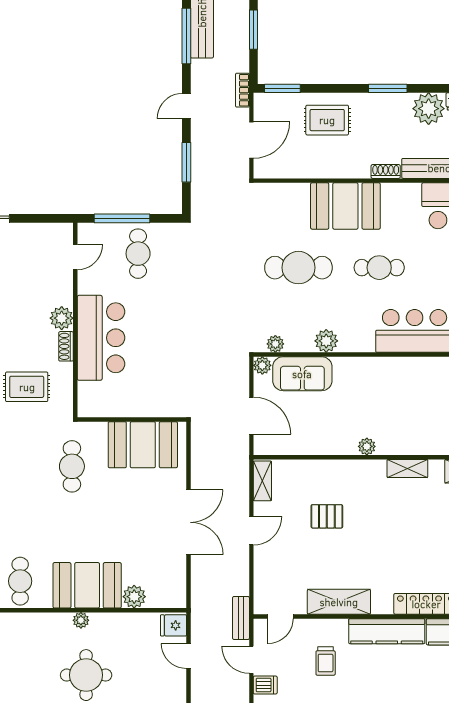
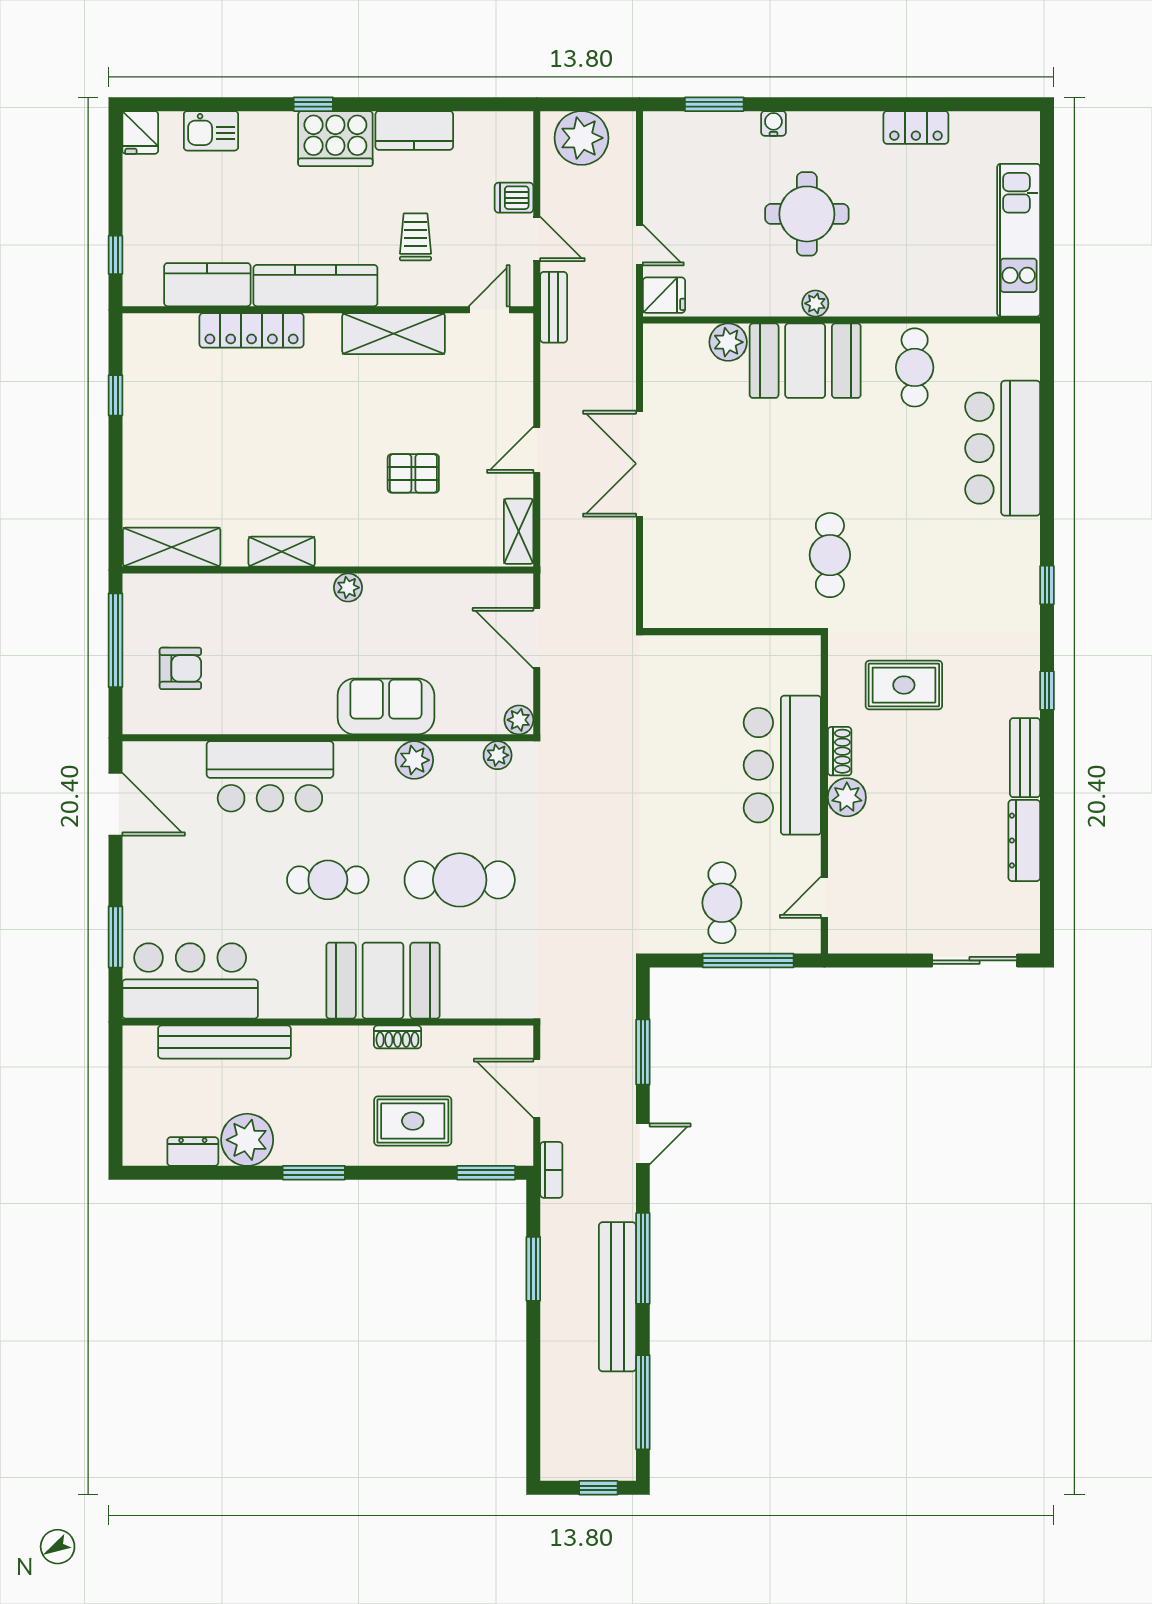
door: (251, 140) -> (537, 1088), hinge flipped
shoe rack: (386, 172) -> (397, 1037), moved
sofa: (302, 374) -> (386, 706), moved
booth: (143, 445) -> (714, 590), removed

